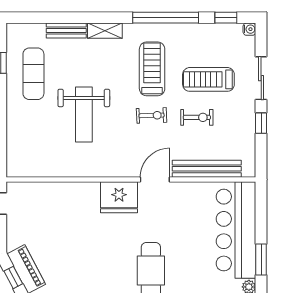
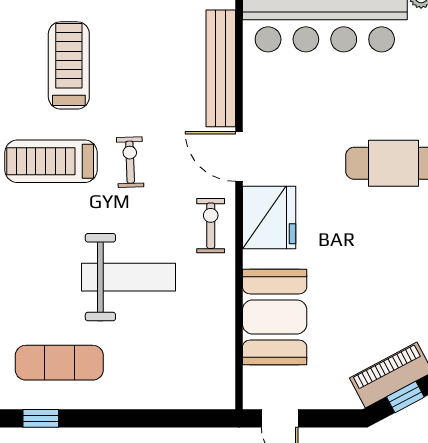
treadmill: (208, 79) -> (69, 65), turned 180
exercise bike: (197, 117) -> (211, 226), moved
booth: (60, 200) -> (275, 317), added

